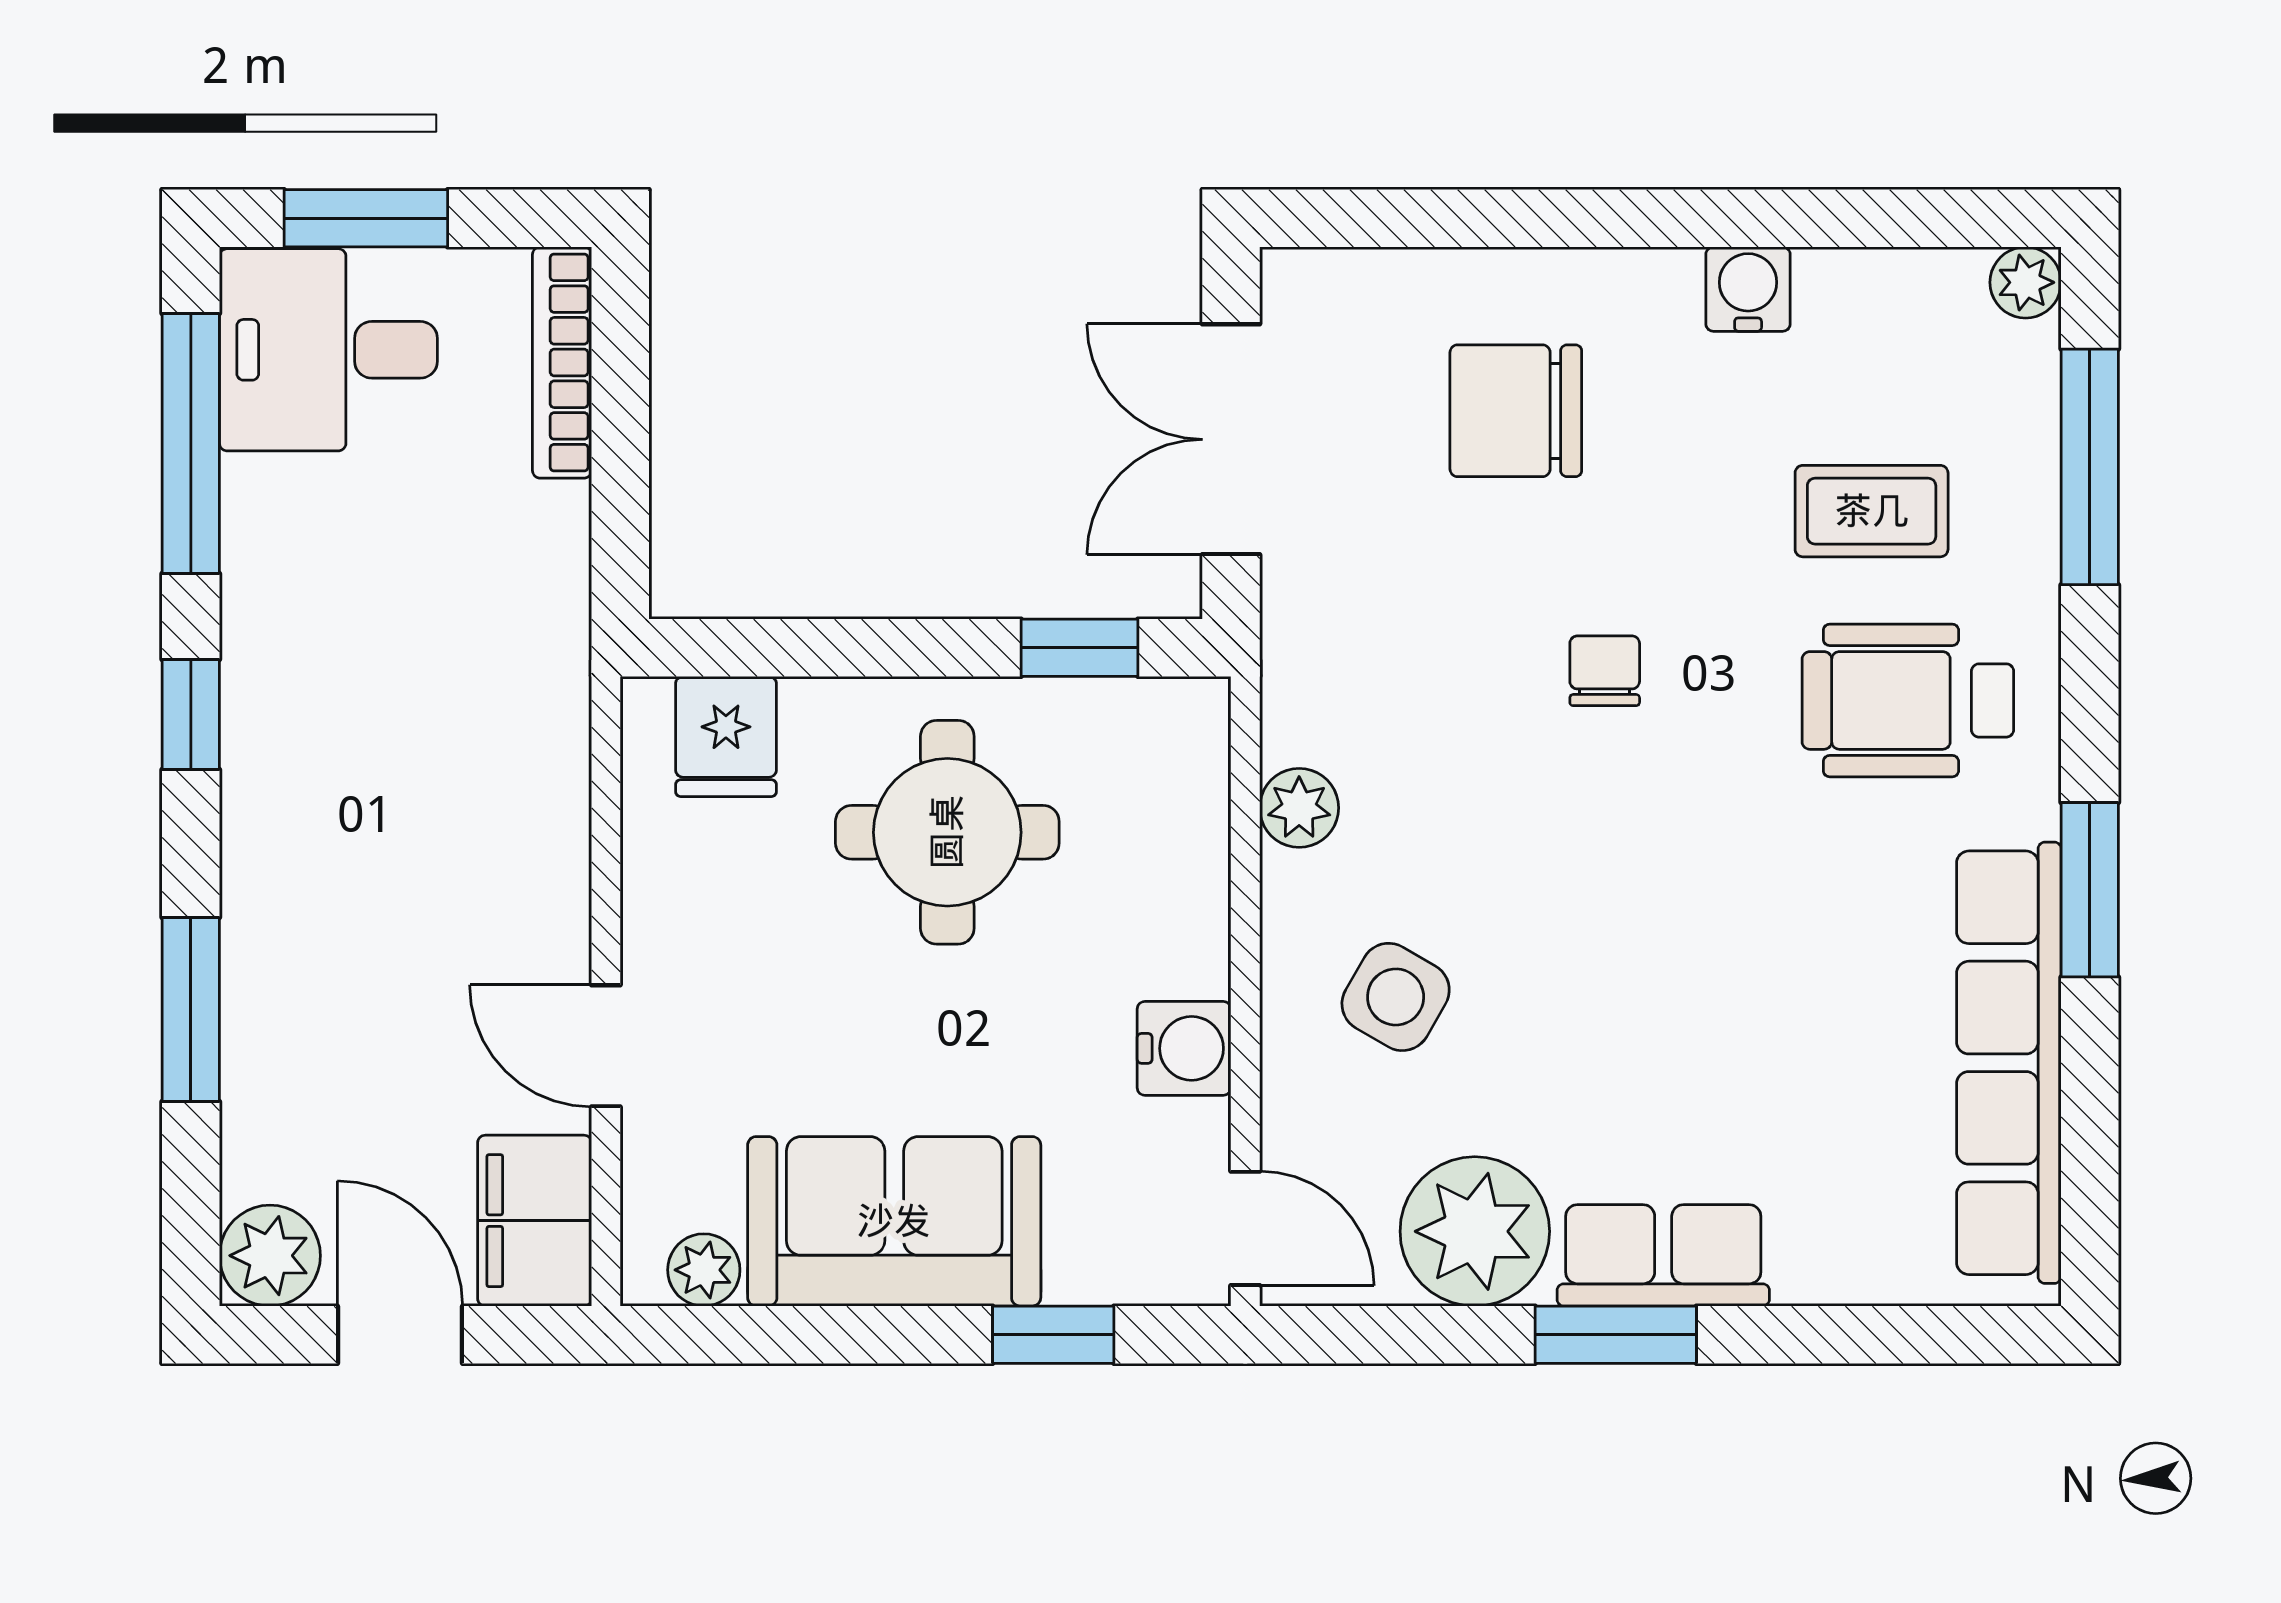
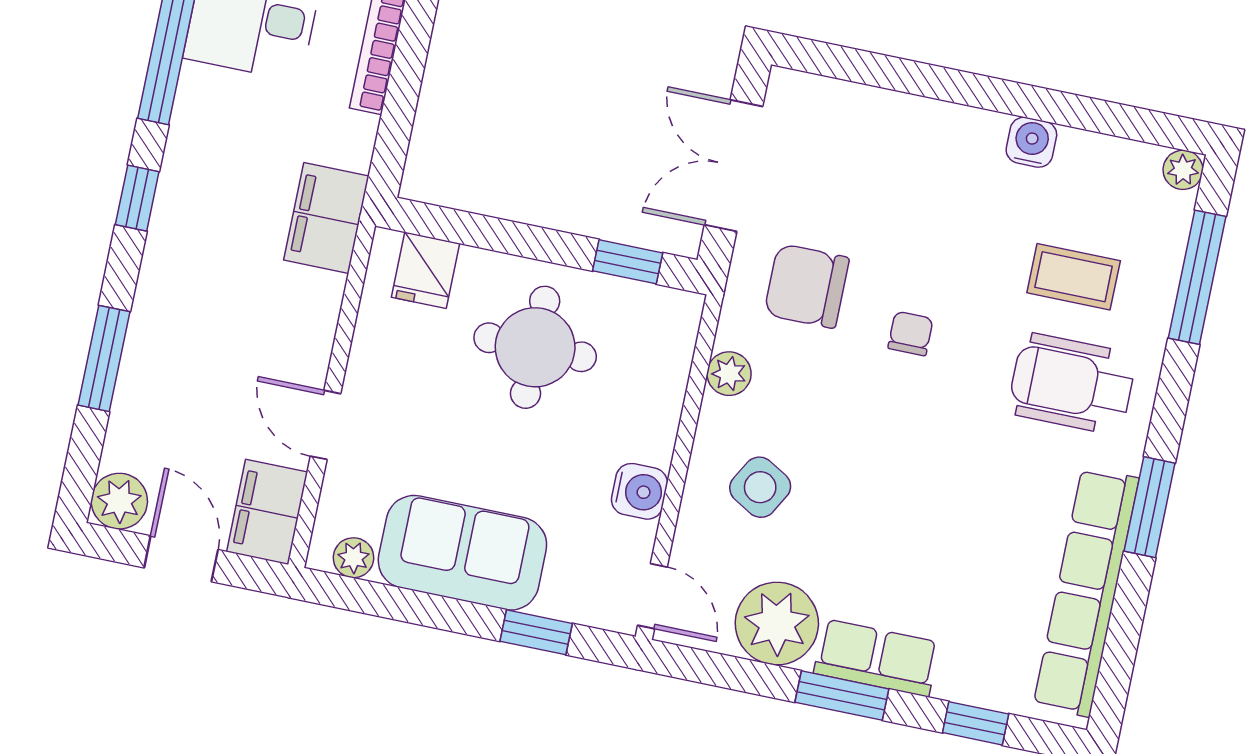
chair: (1516, 411) -> (807, 286), moved
filing cabinet: (532, 681) -> (326, 218), added
window: (1862, 1335) -> (976, 723), added

